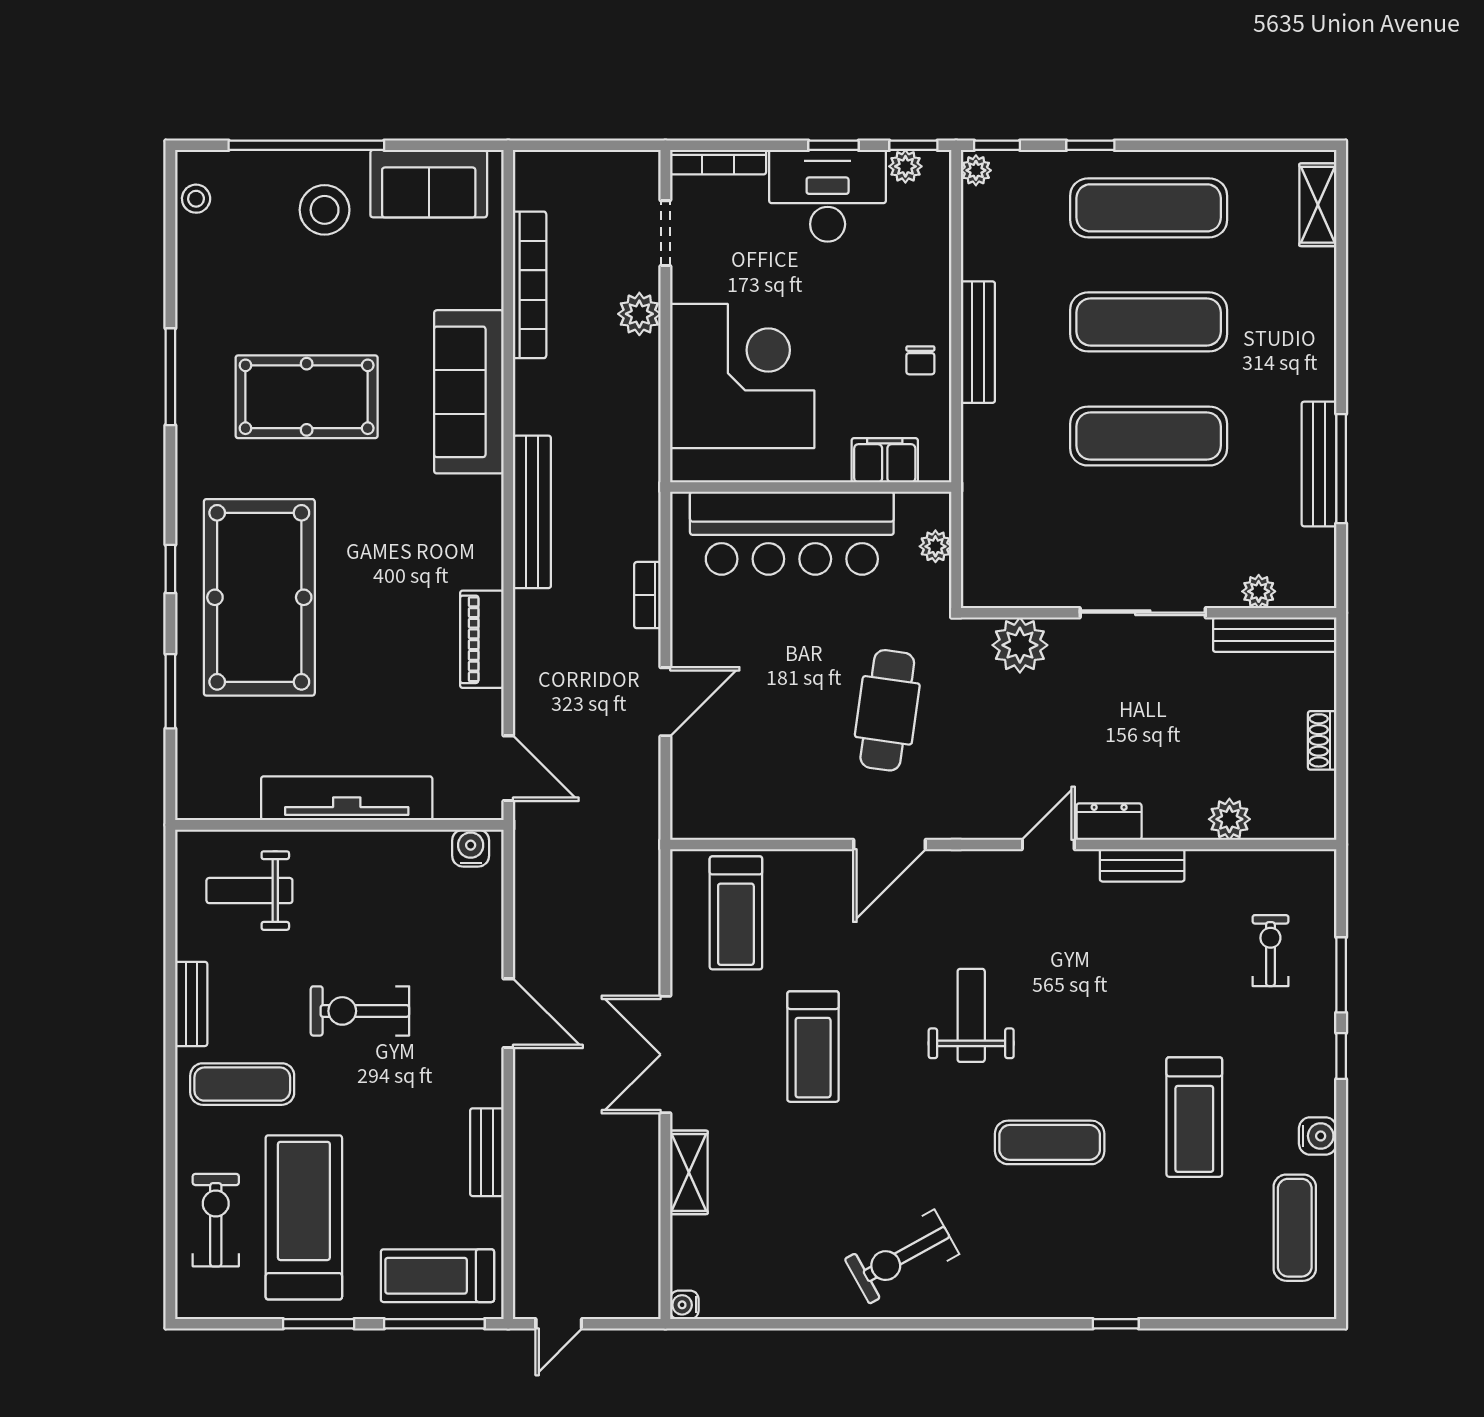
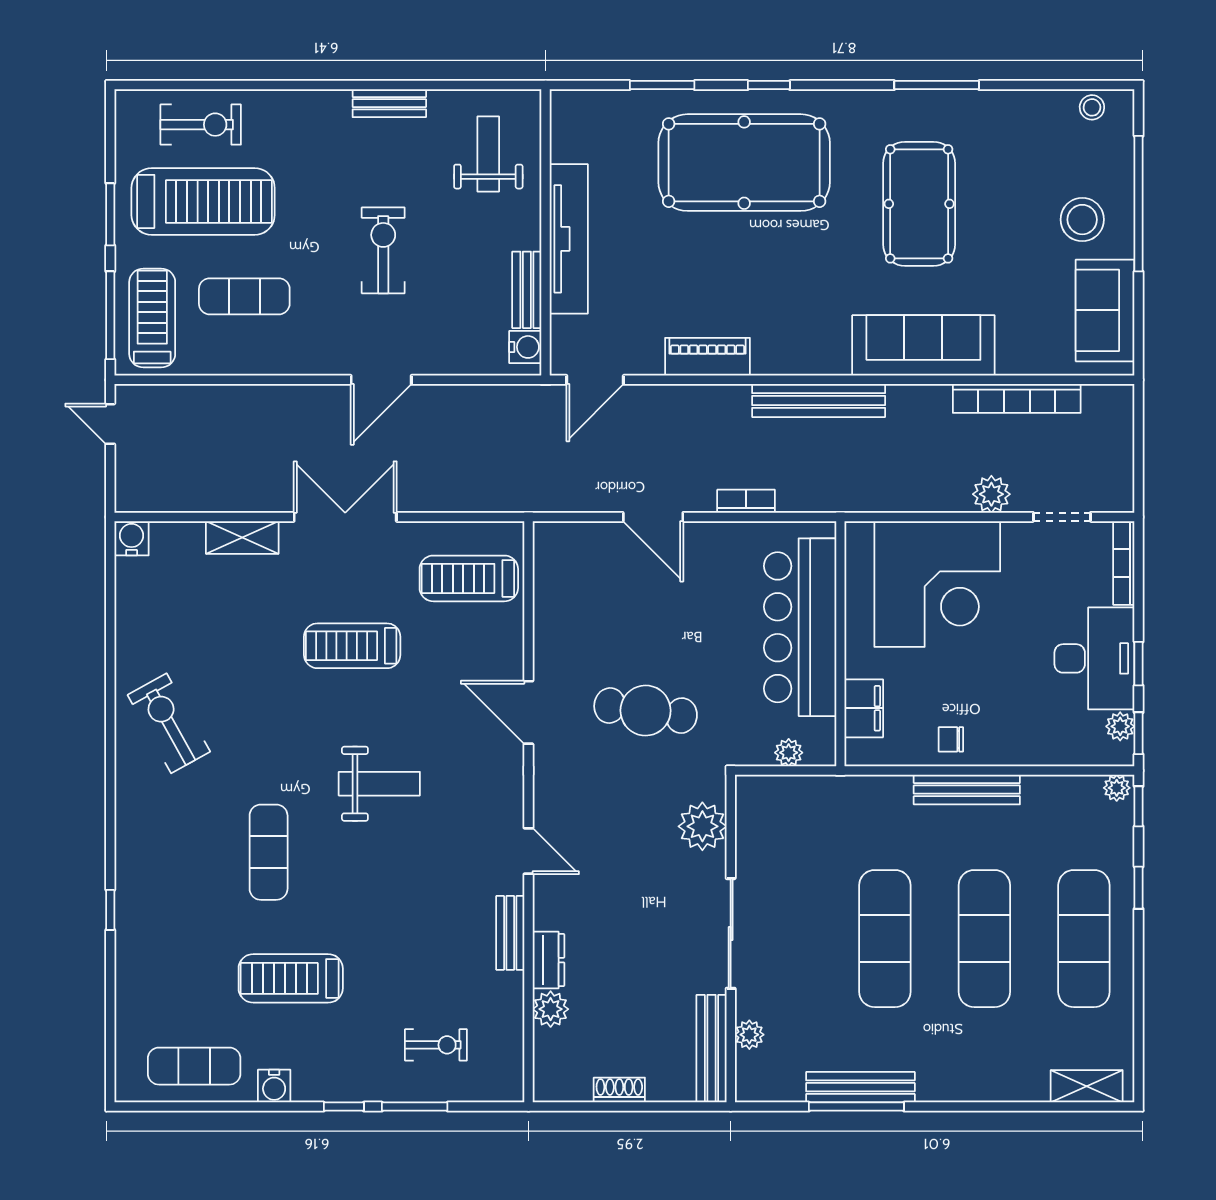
dresser: (1109, 822) -> (548, 960), moved
exercise mat: (242, 1084) -> (244, 296), moved, turned 90
bench: (487, 1152) -> (527, 290), moved, turned 90
water cooler: (684, 1305) -> (132, 538), width x1.38, depth x1.38

